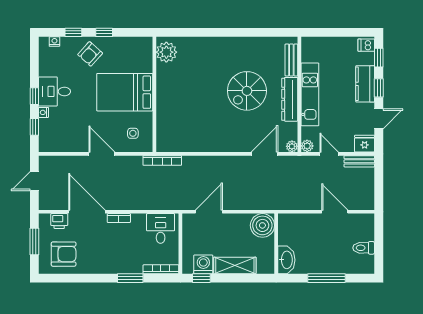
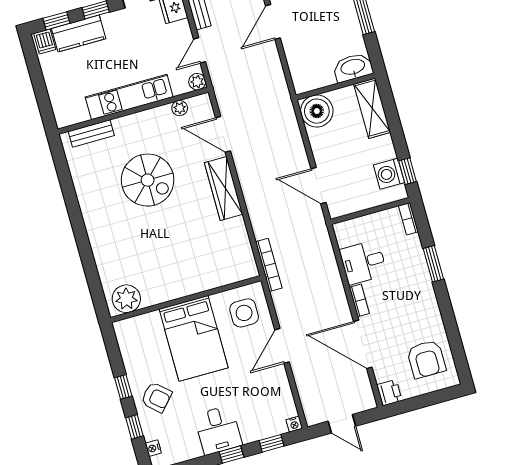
kitchen counter: (365, 84) -> (79, 34), moved
dresser: (290, 99) -> (143, 121), removed
nightstand: (44, 112) -> (294, 424), moved
side table: (133, 133) -> (244, 313), width x1.87, depth x1.87
wardrobe: (226, 143) -> (224, 188), added
plant: (292, 146) -> (180, 108), moved
door: (87, 212) -> (363, 344), hinge flipped
printer: (59, 221) -> (389, 393), moved
desk: (161, 228) -> (363, 262), moved
window: (34, 241) -> (420, 402), removed
armchair: (64, 254) -> (426, 359), turned 180
shelving: (235, 265) -> (372, 108), moved
bookcase: (161, 269) -> (408, 219), width x0.64

